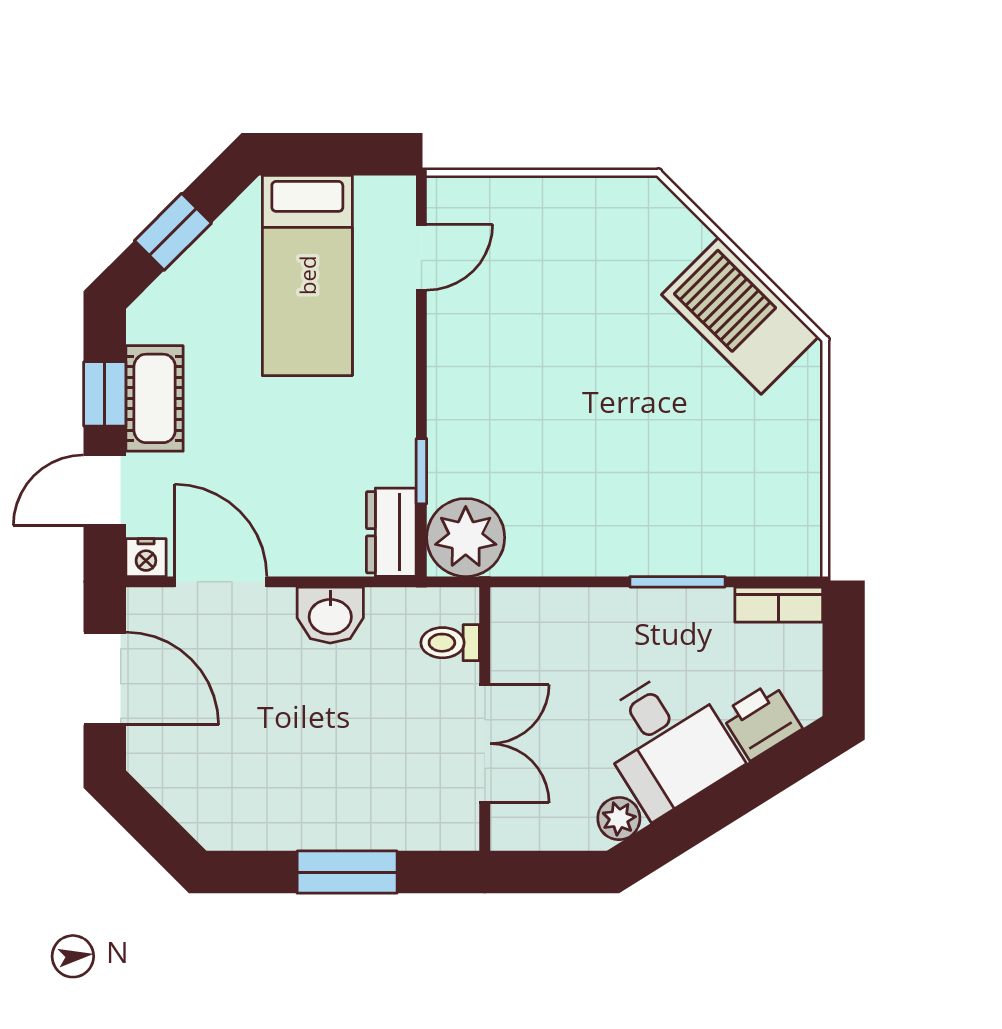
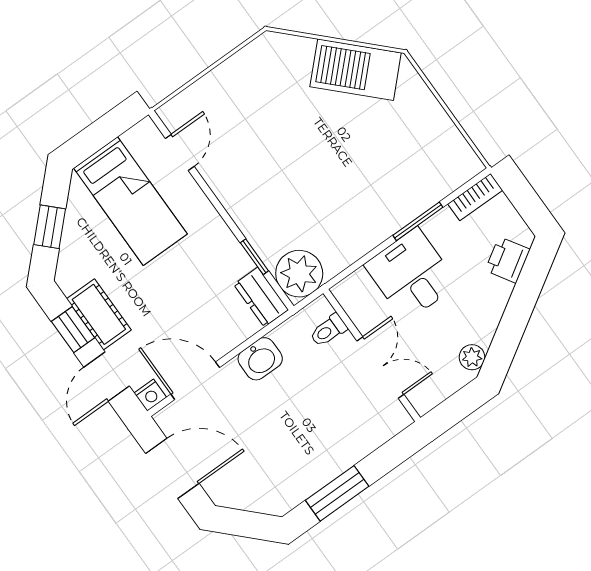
desk: (667, 742) -> (411, 275), moved, turned -148
window: (347, 872) -> (337, 493), moved

